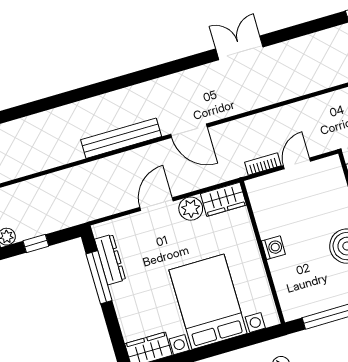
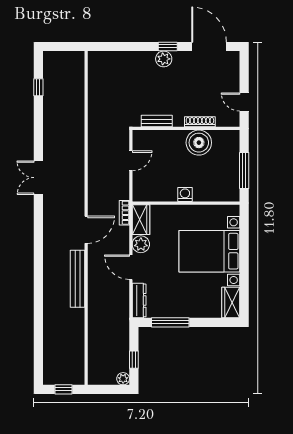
door: (297, 163) -> (131, 161), swing flipped
bookcase: (263, 164) -> (124, 213), moved
dresser: (110, 260) -> (139, 300), moved, turned 90

